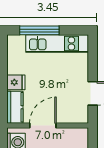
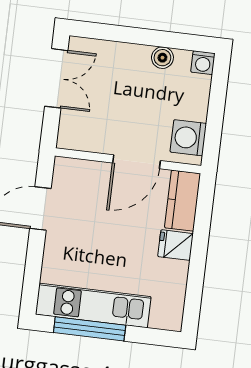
window: (39, 30) -> (90, 329), moved

